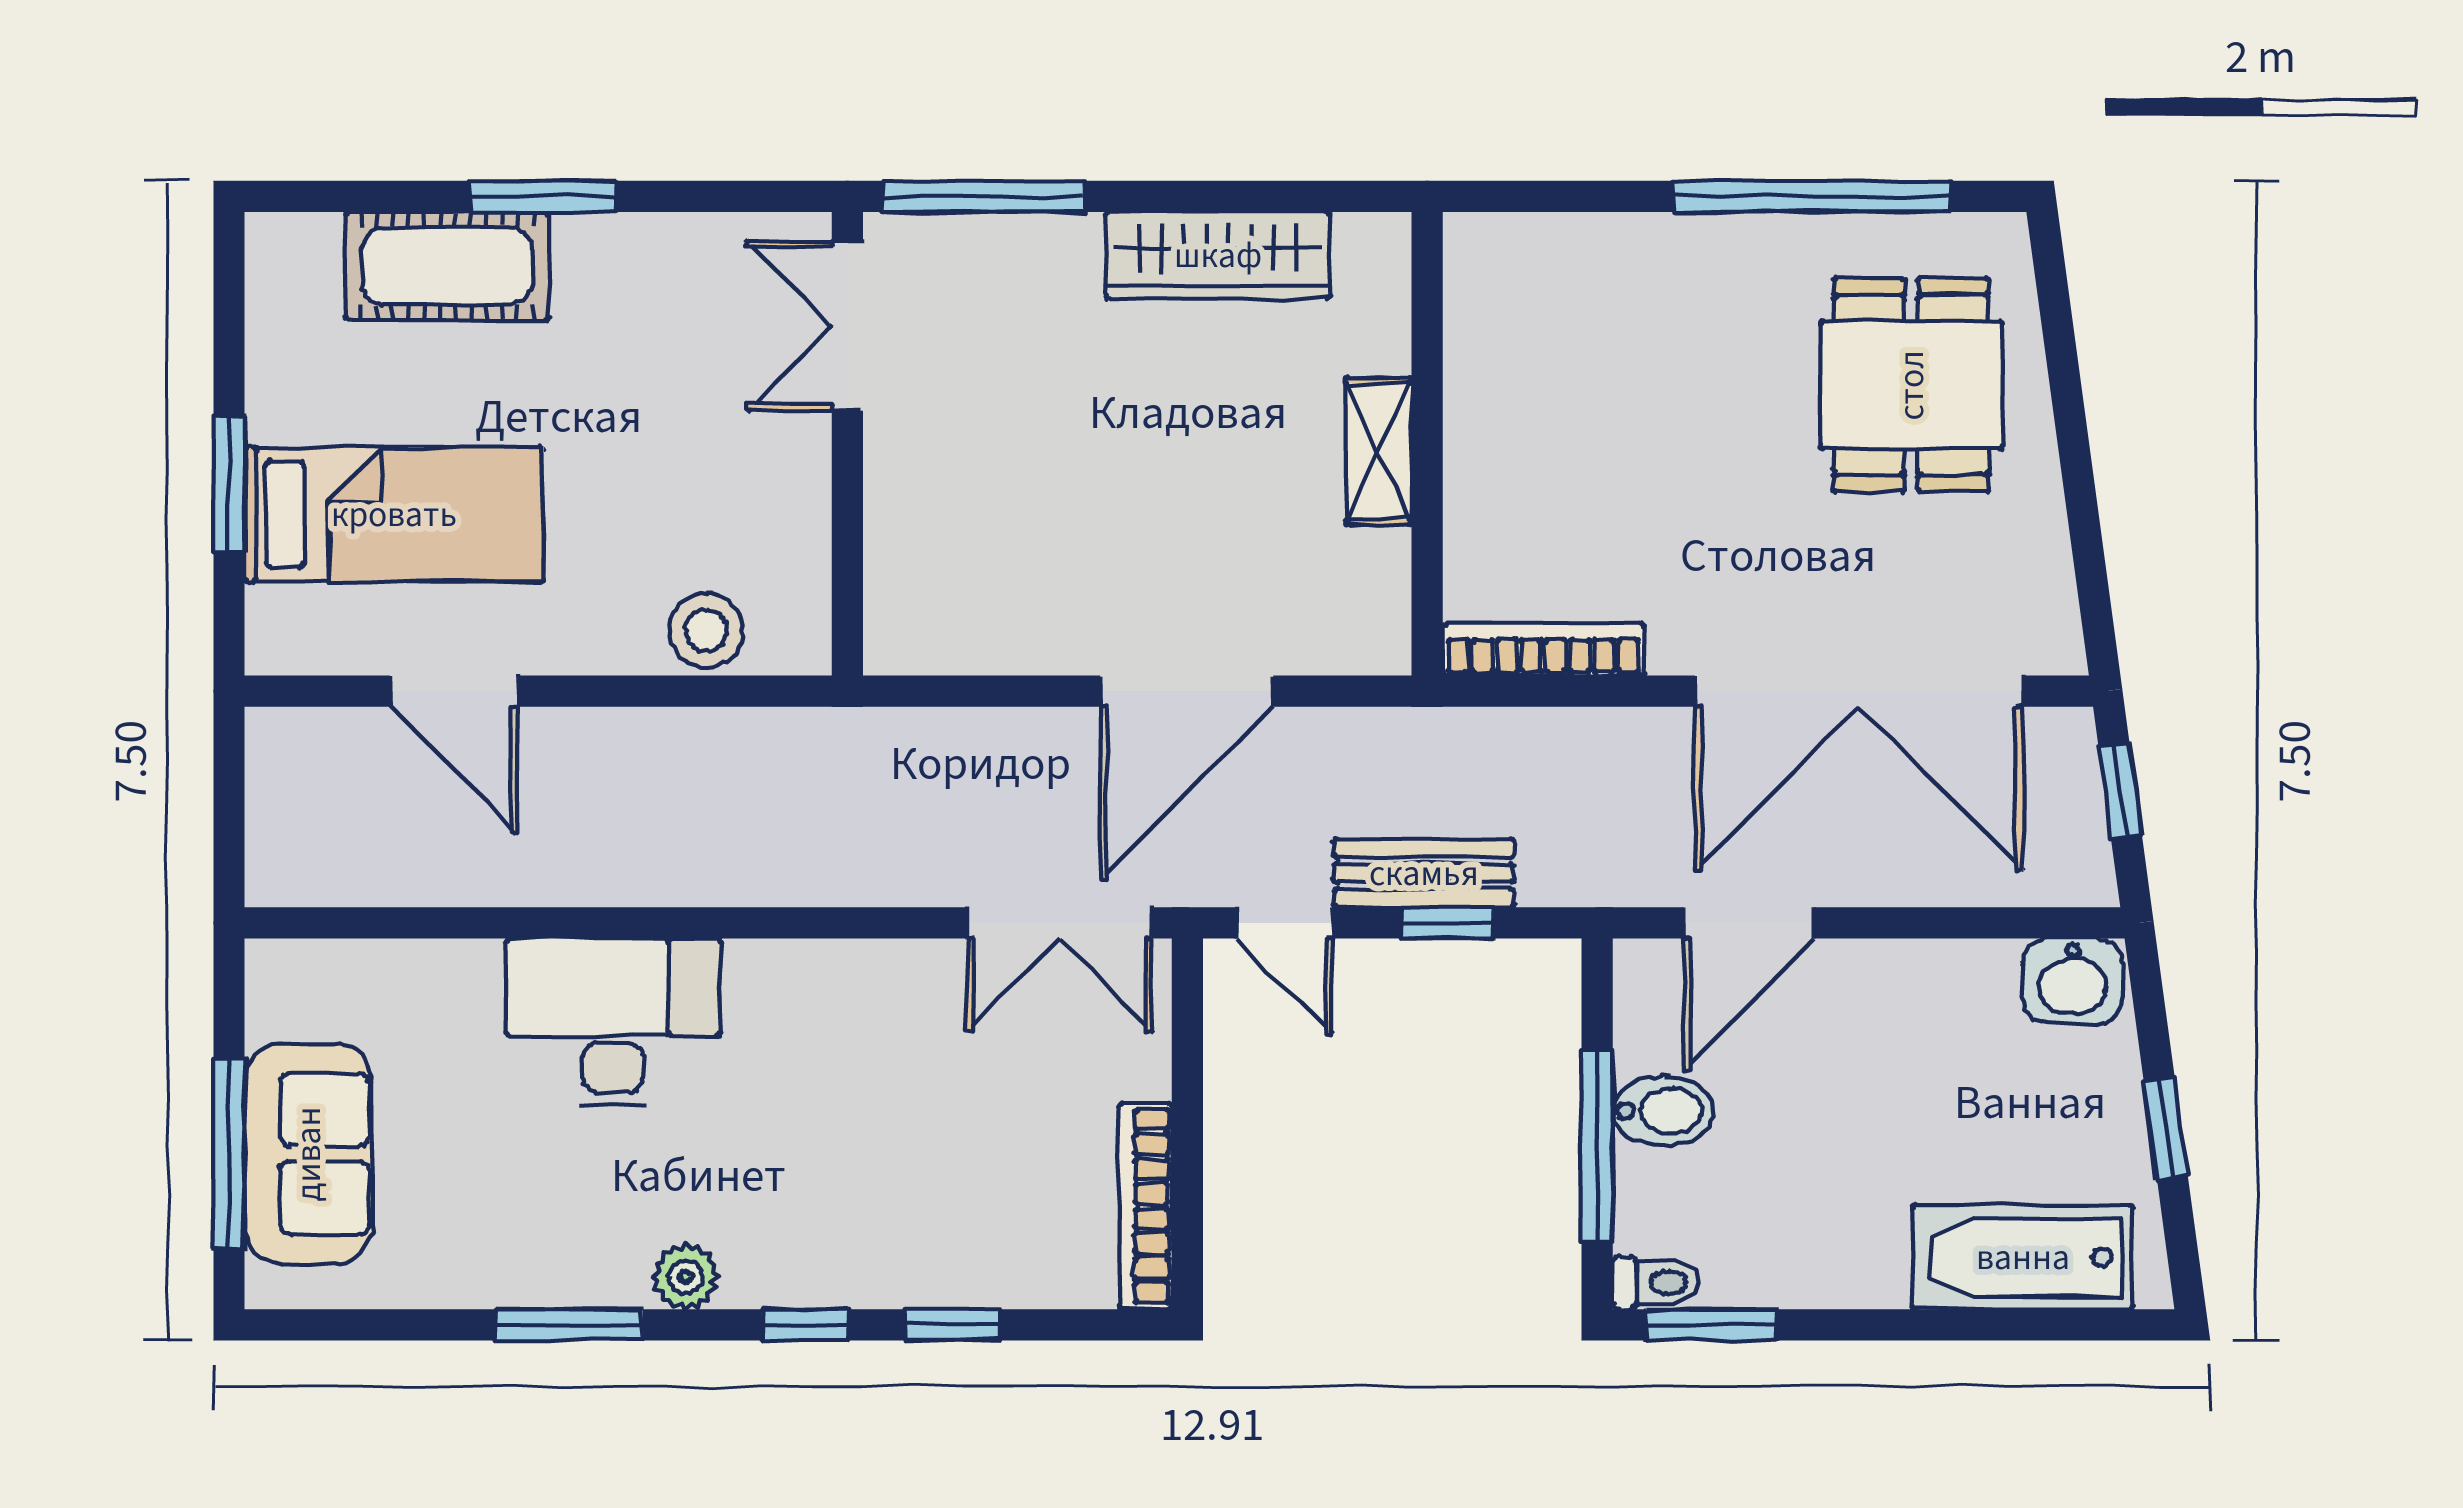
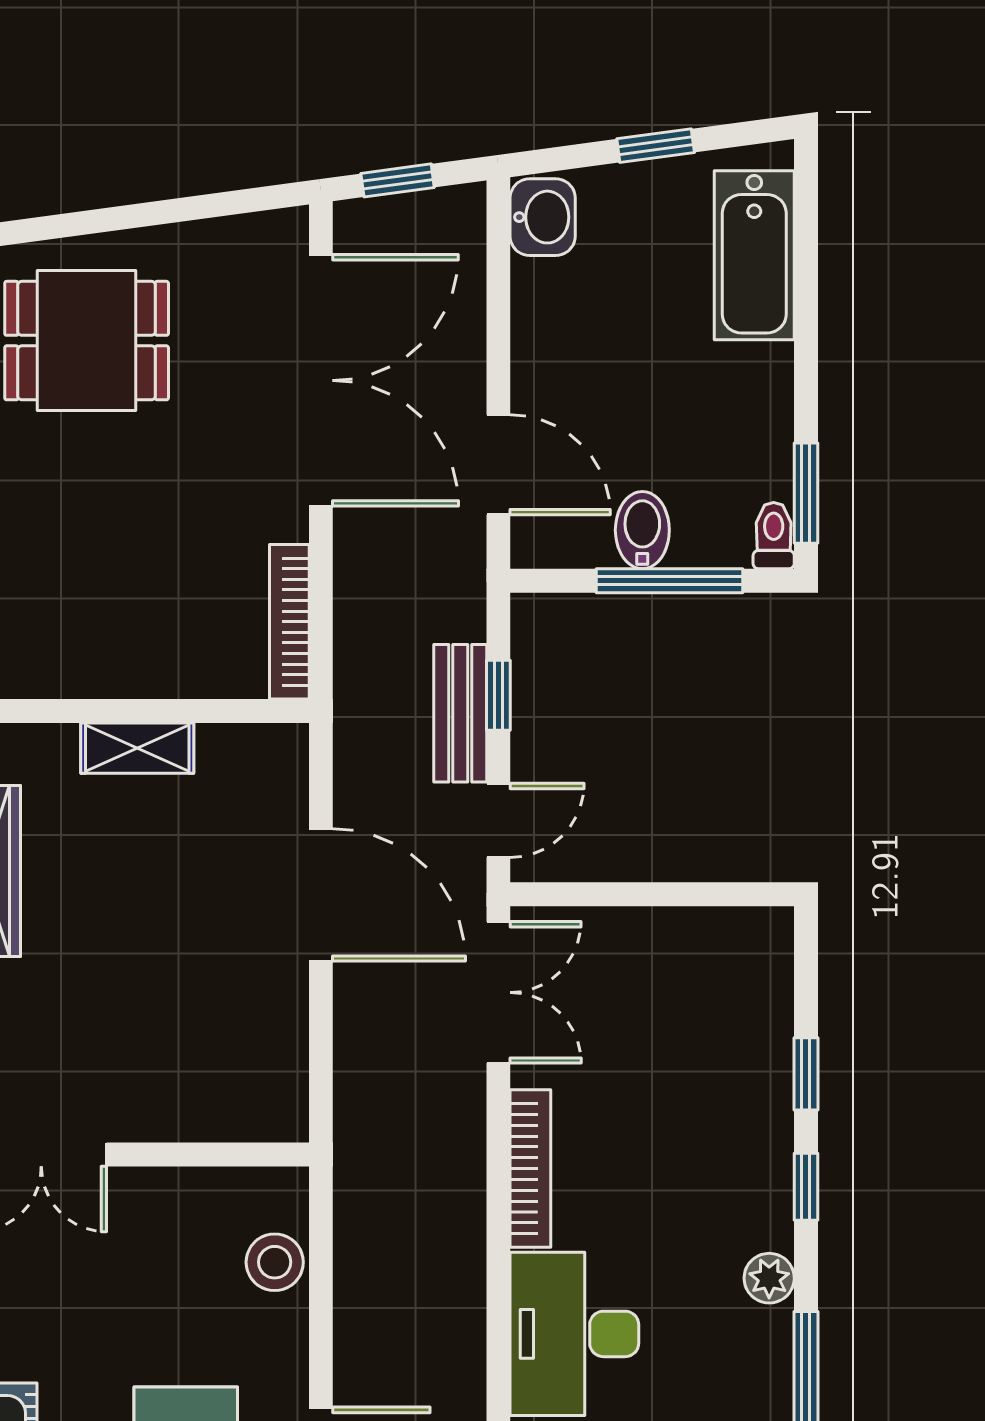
bookcase: (1146, 1206) -> (530, 1169), moved, turned -90

